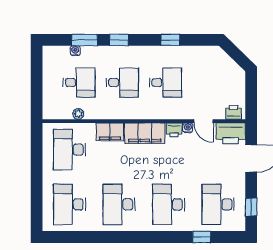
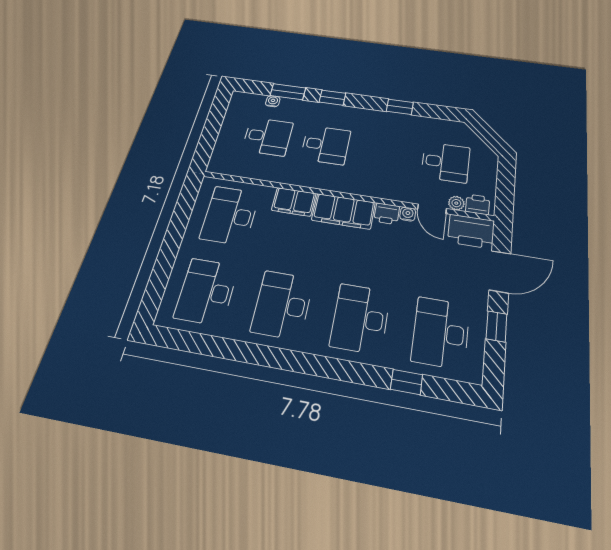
desk: (166, 83) -> (445, 162), moved
plant: (78, 114) -> (456, 203), moved
window: (251, 207) -> (497, 326), moved

